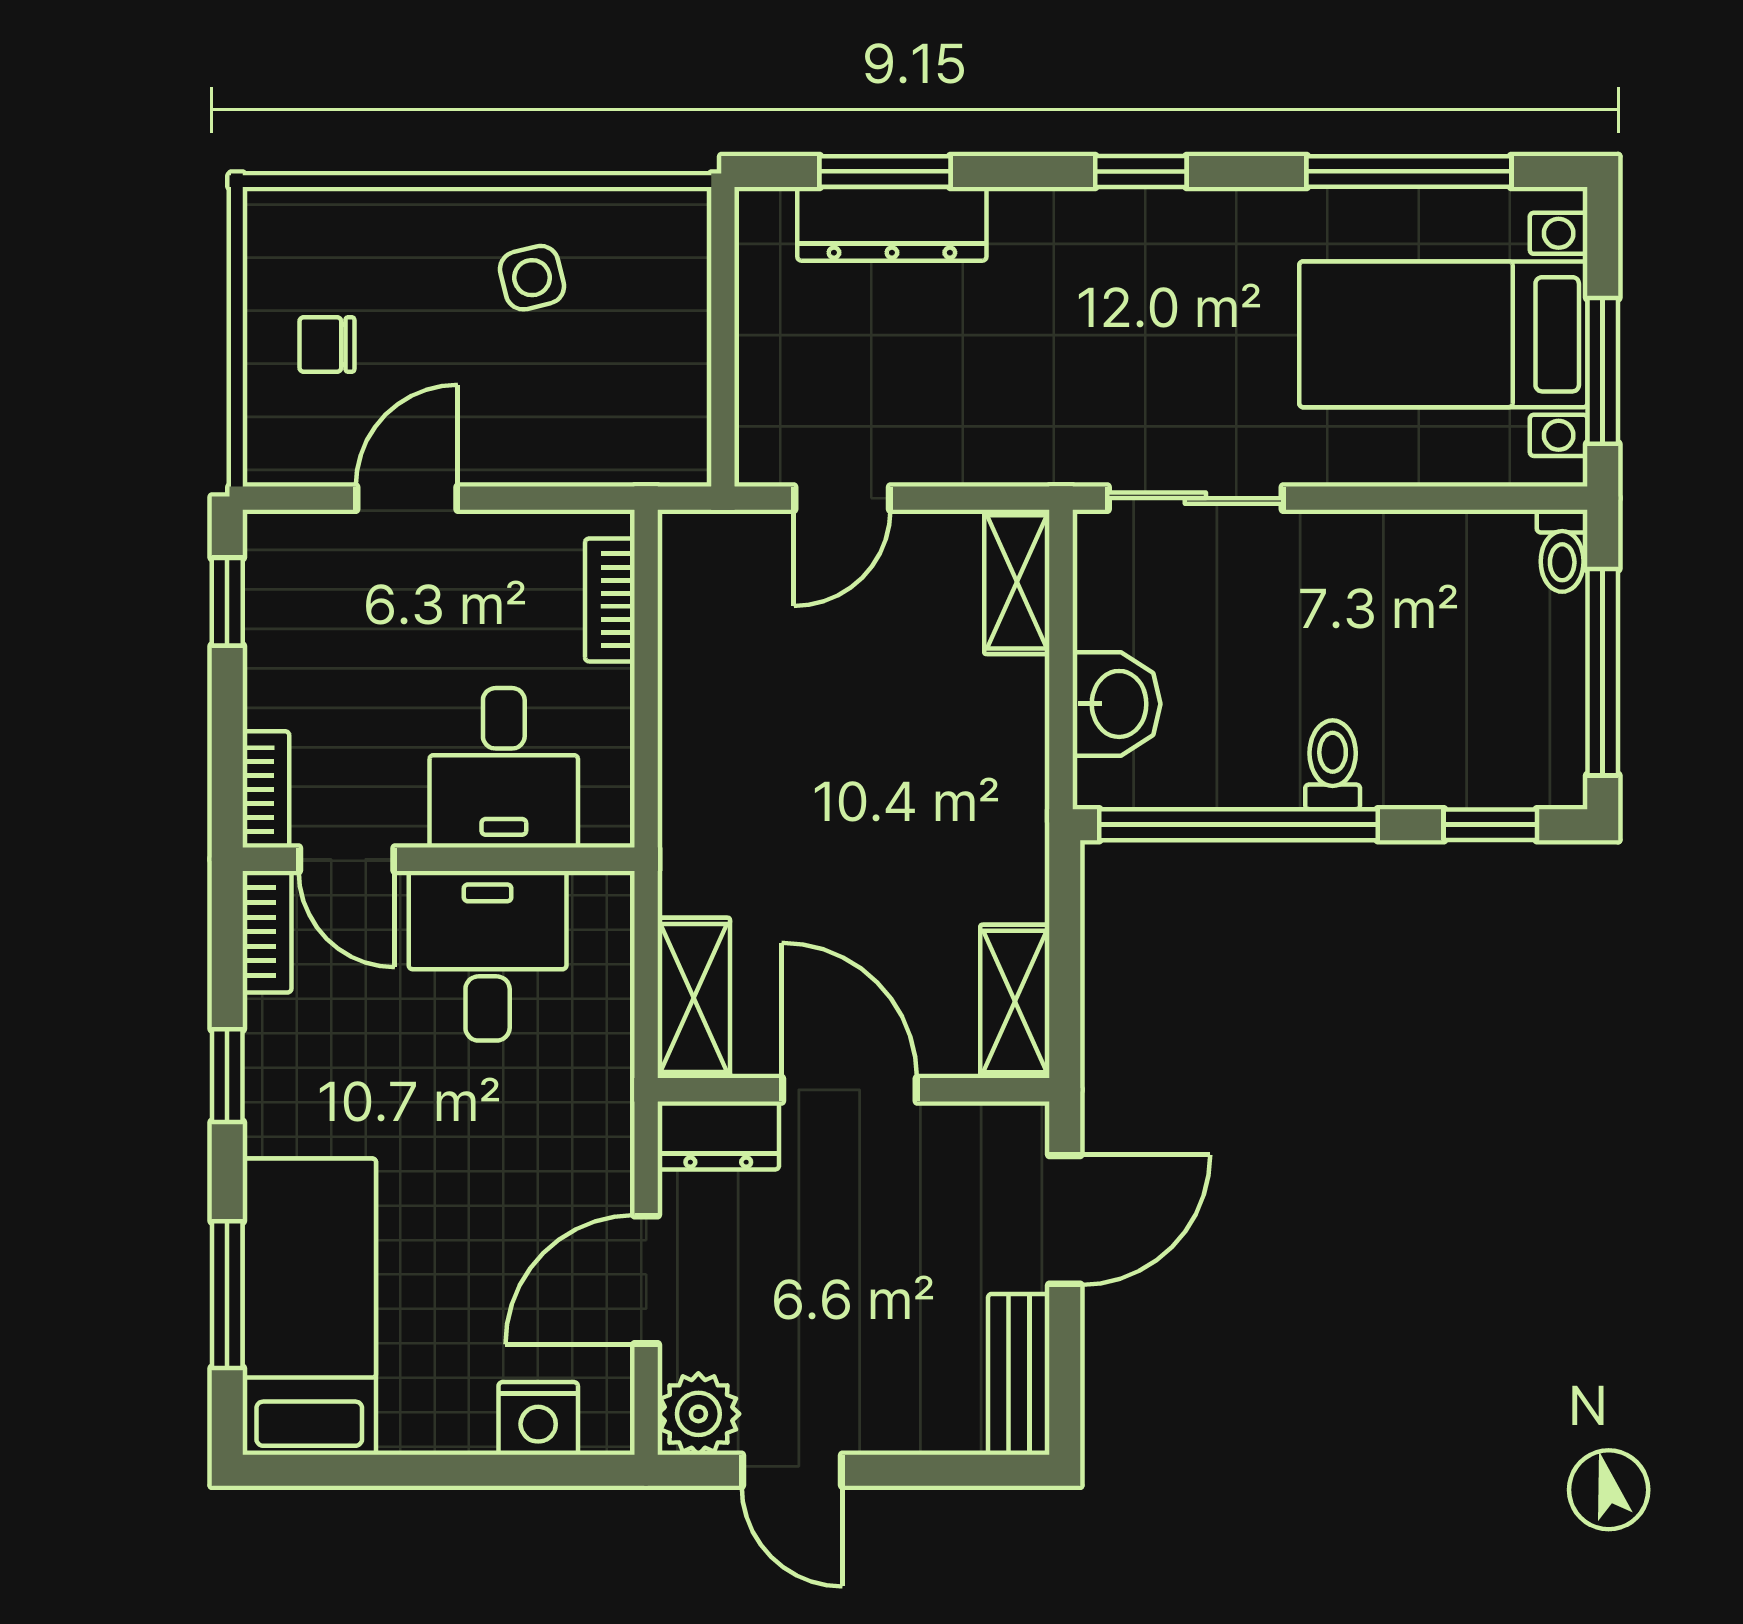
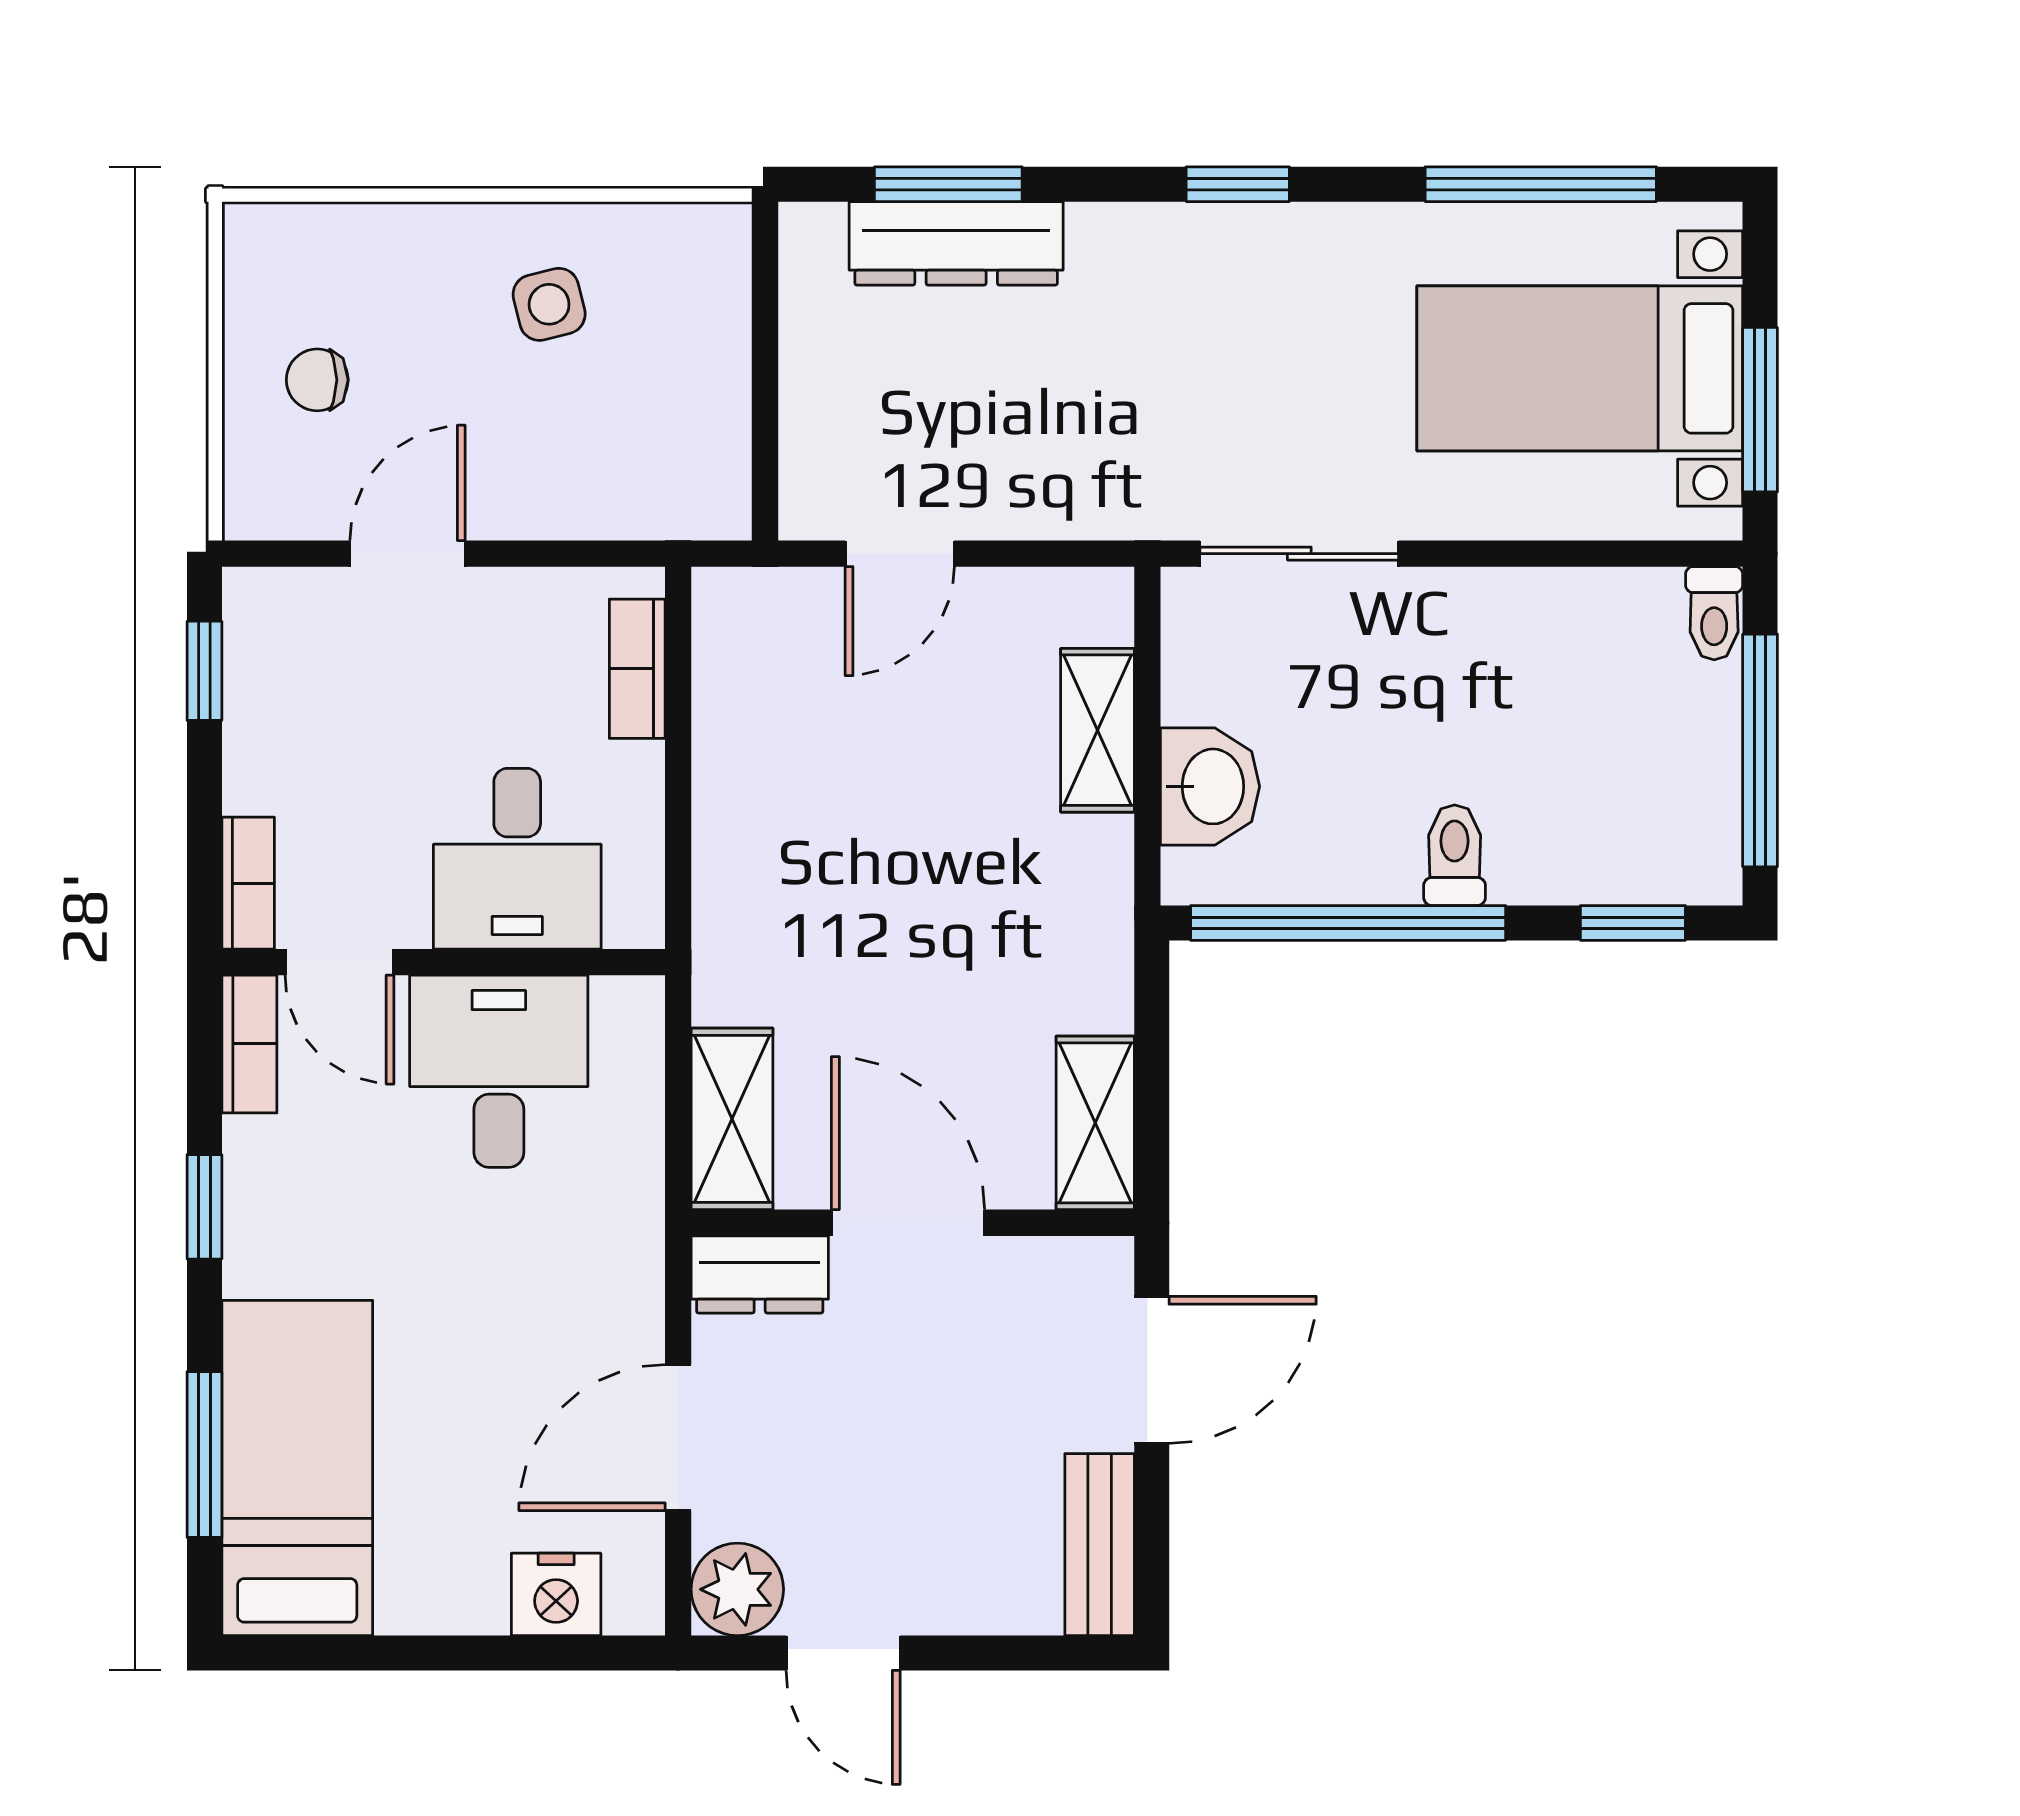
shelving: (1017, 582) -> (1098, 730), moved

